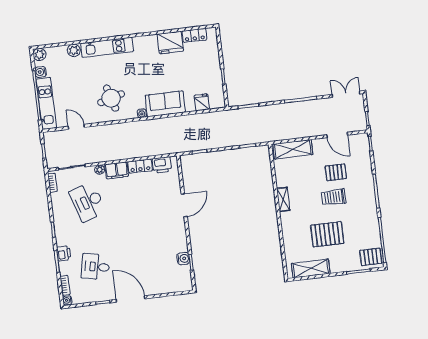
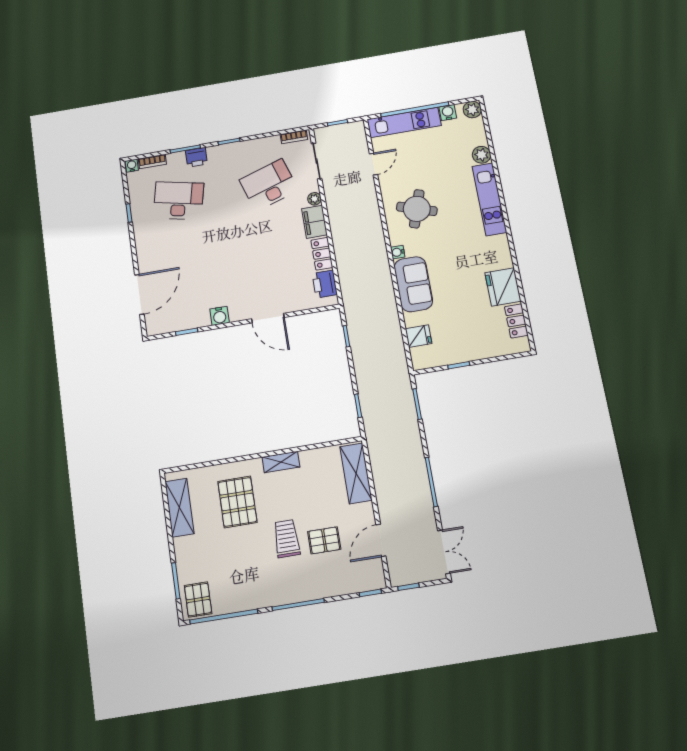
round table: (111, 98) -> (417, 209), turned 34
pallet: (336, 172) -> (324, 540), turned 90
pallet: (327, 234) -> (237, 502), moved
water cooler: (183, 259) -> (220, 316), moved
desk: (95, 267) -> (179, 201), width x1.37
door: (130, 299) -> (139, 294), moved

